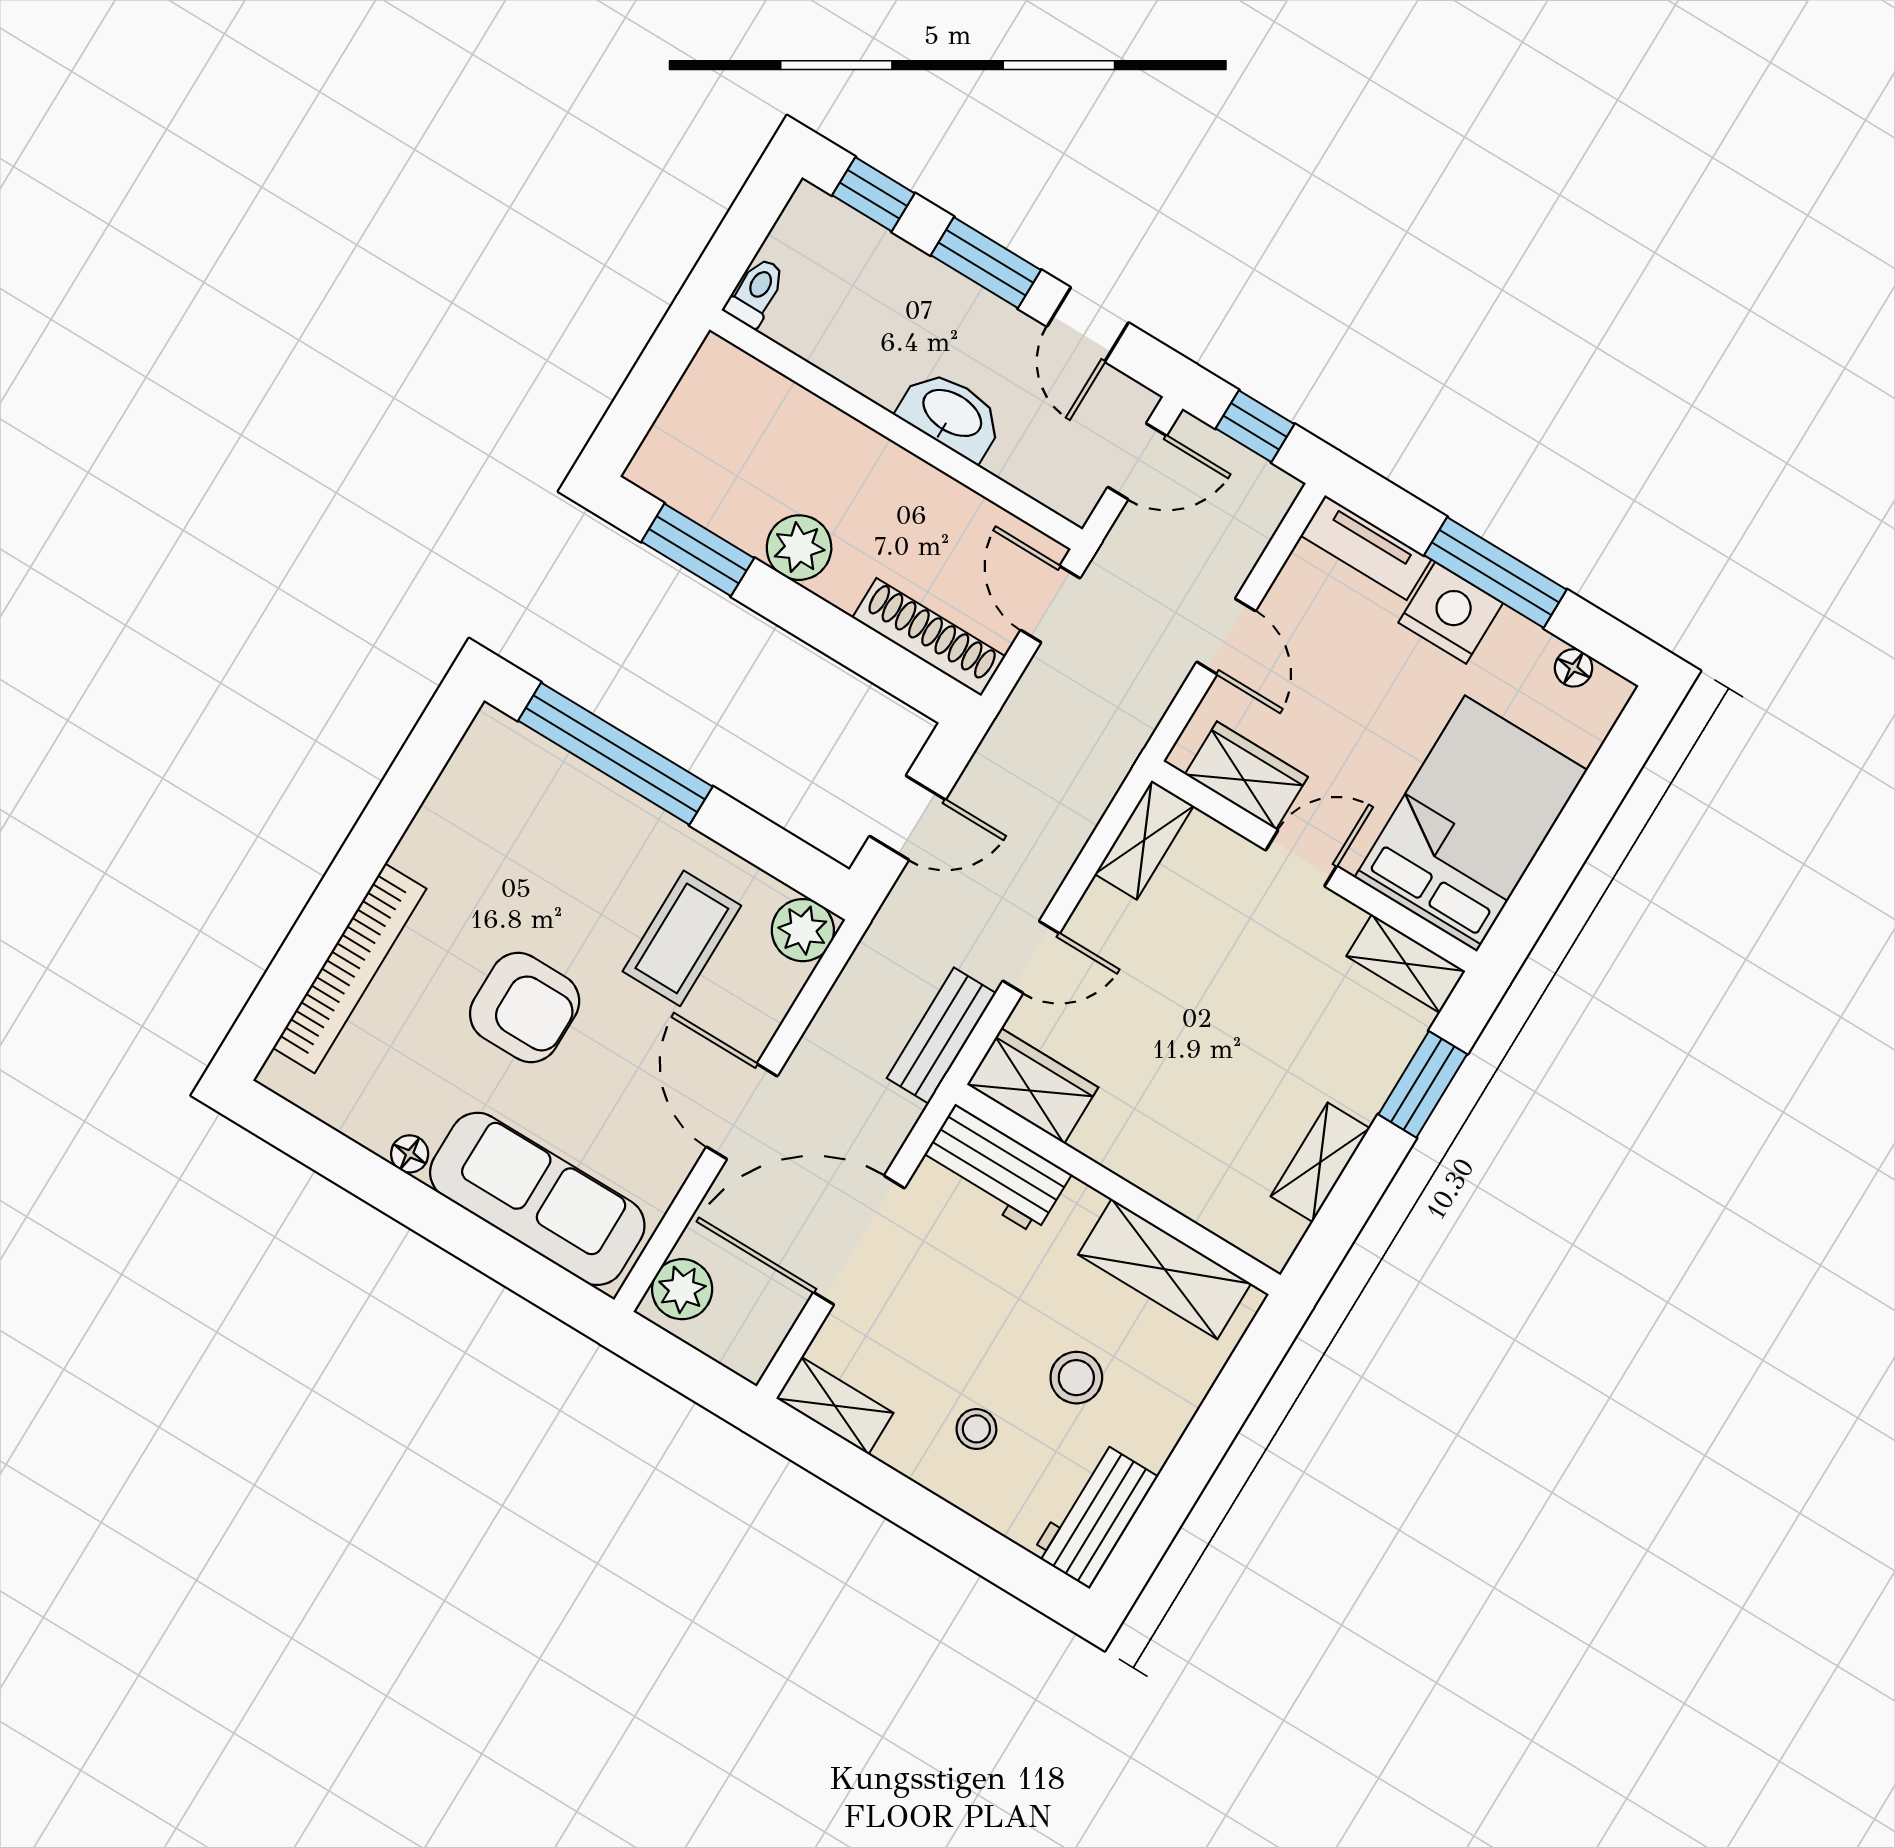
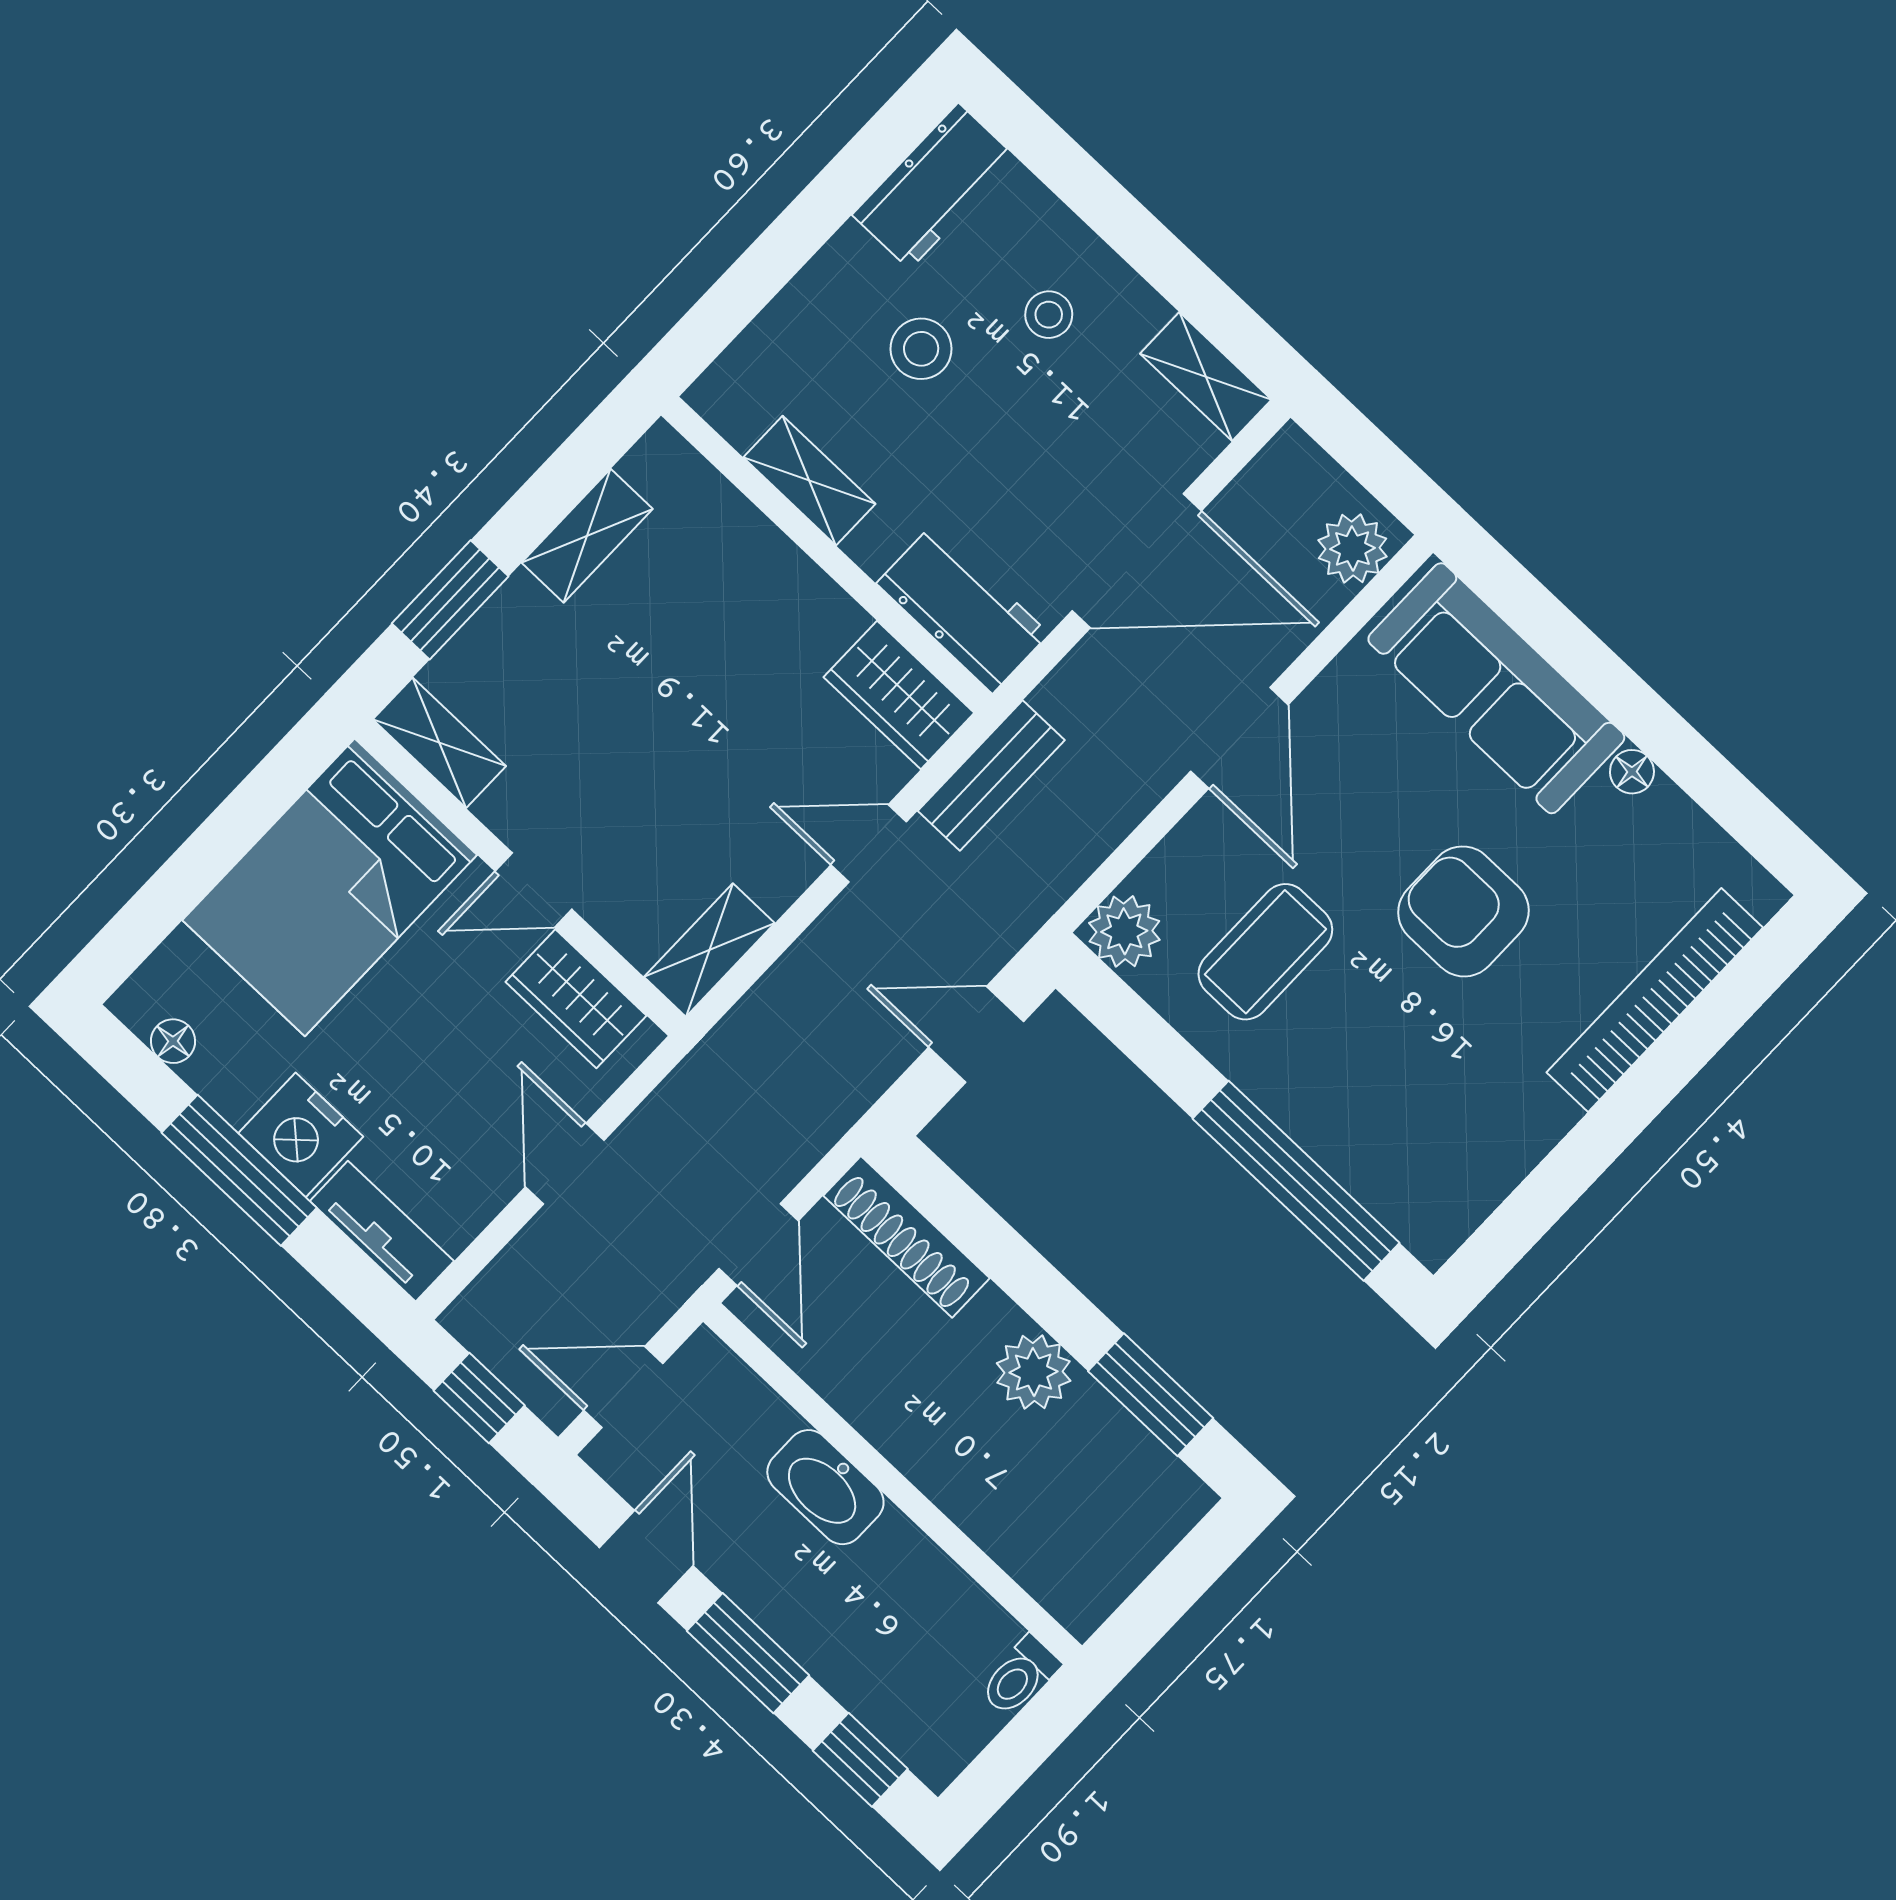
shelving: (1164, 1269) -> (809, 481), width x0.67, depth x0.75

